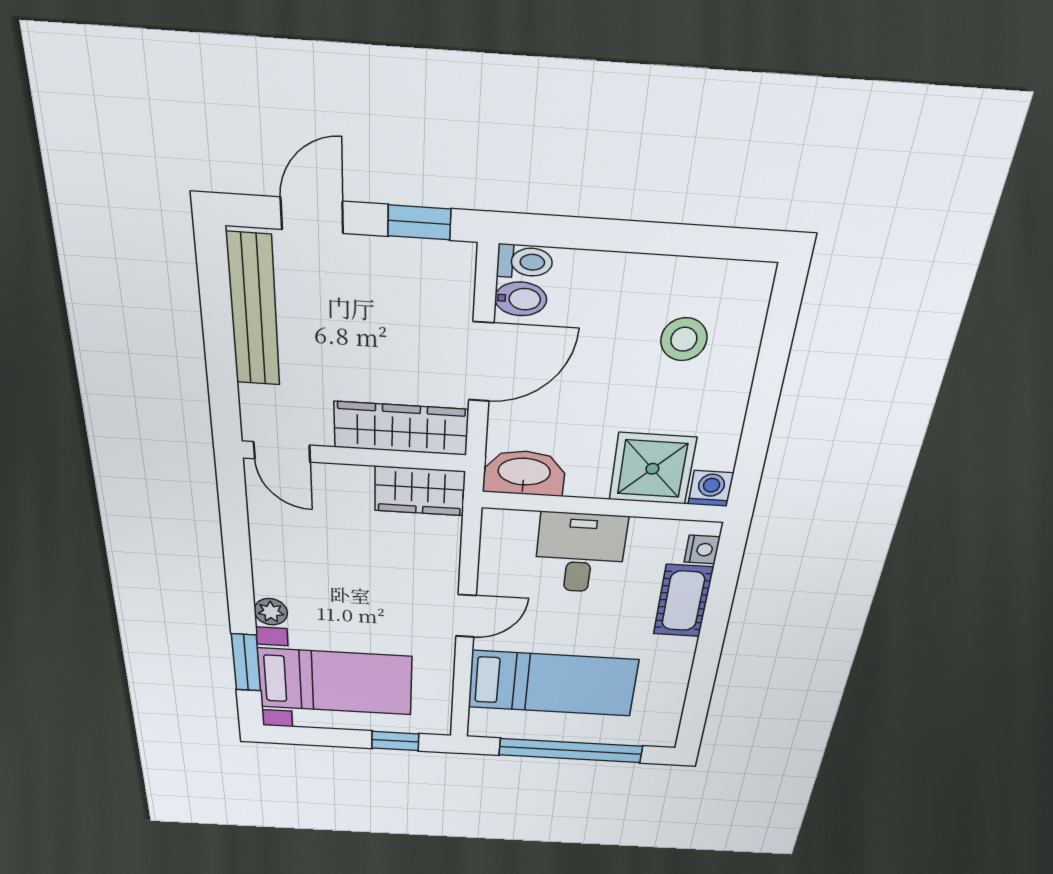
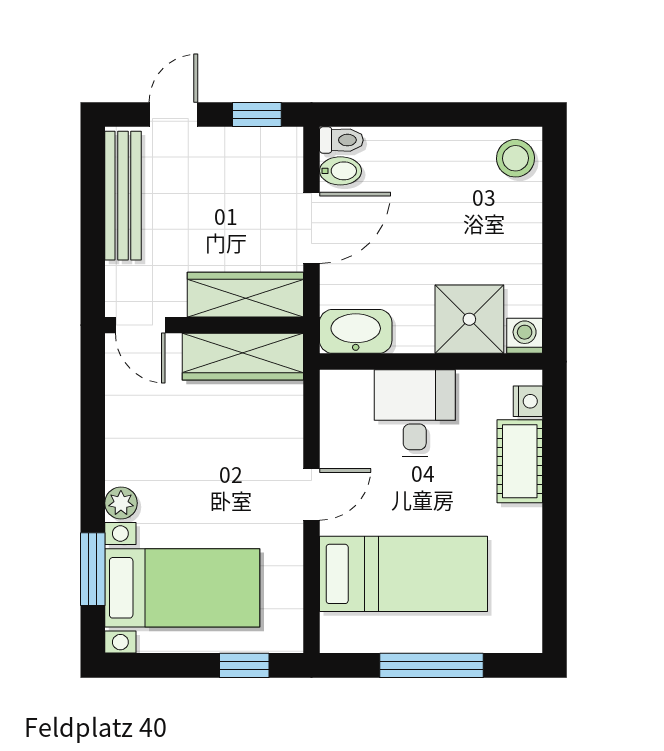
stool: (684, 339) -> (515, 158), moved
wardrobe: (420, 491) -> (243, 357), width x1.50
window: (571, 751) -> (431, 665), width x0.68

